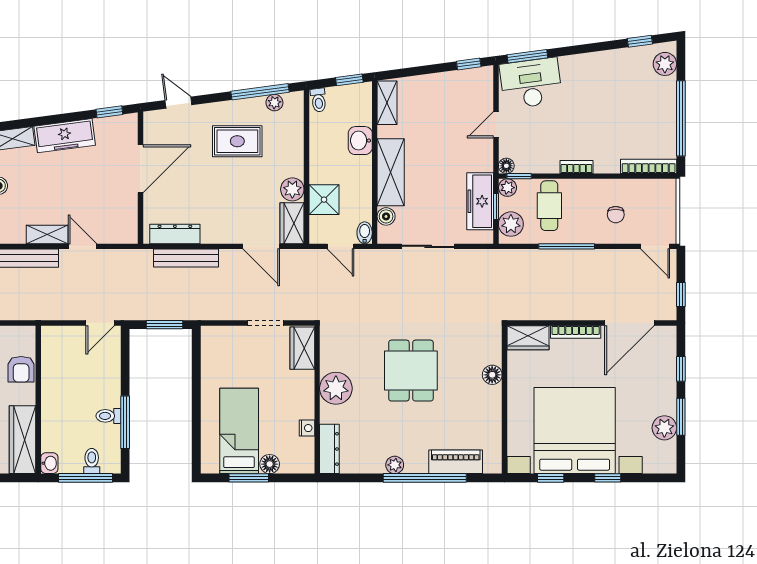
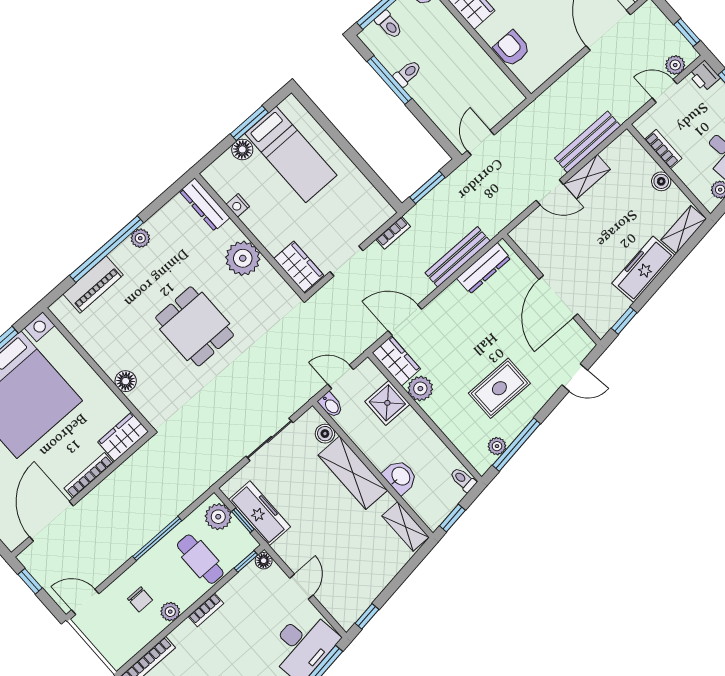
plant: (507, 188) -> (170, 612), moved
chair: (616, 215) -> (140, 599), turned 180
bookcase: (216, 314) -> (393, 233), added

